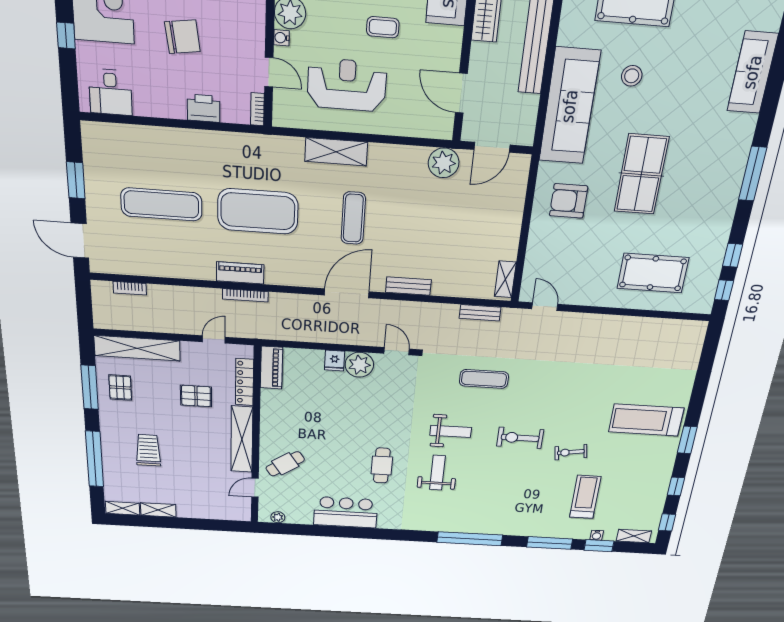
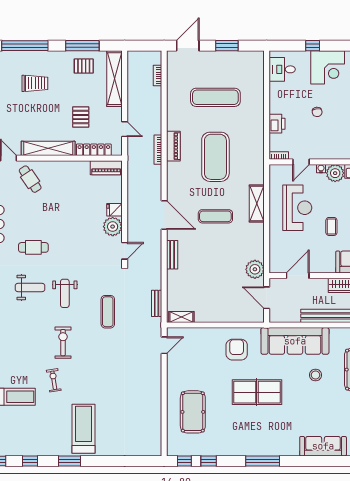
chair: (182, 37) -> (317, 112), width x0.54, depth x0.54
exercise mat: (161, 204) -> (215, 97), turned 90

